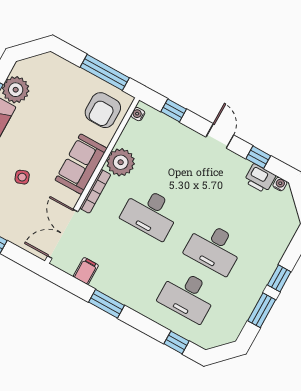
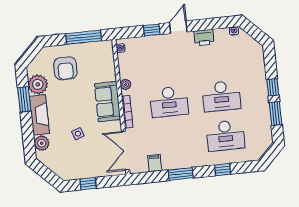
armchair: (103, 110) -> (65, 68), moved
window: (174, 110) -> (152, 30), moved
door: (220, 136) -> (178, 27), hinge flipped
window: (258, 157) -> (210, 24), removed
plant: (121, 162) -> (126, 84), width x0.53, depth x0.53
printer: (260, 178) -> (204, 38), moved
window: (176, 342) -> (223, 170), moved

